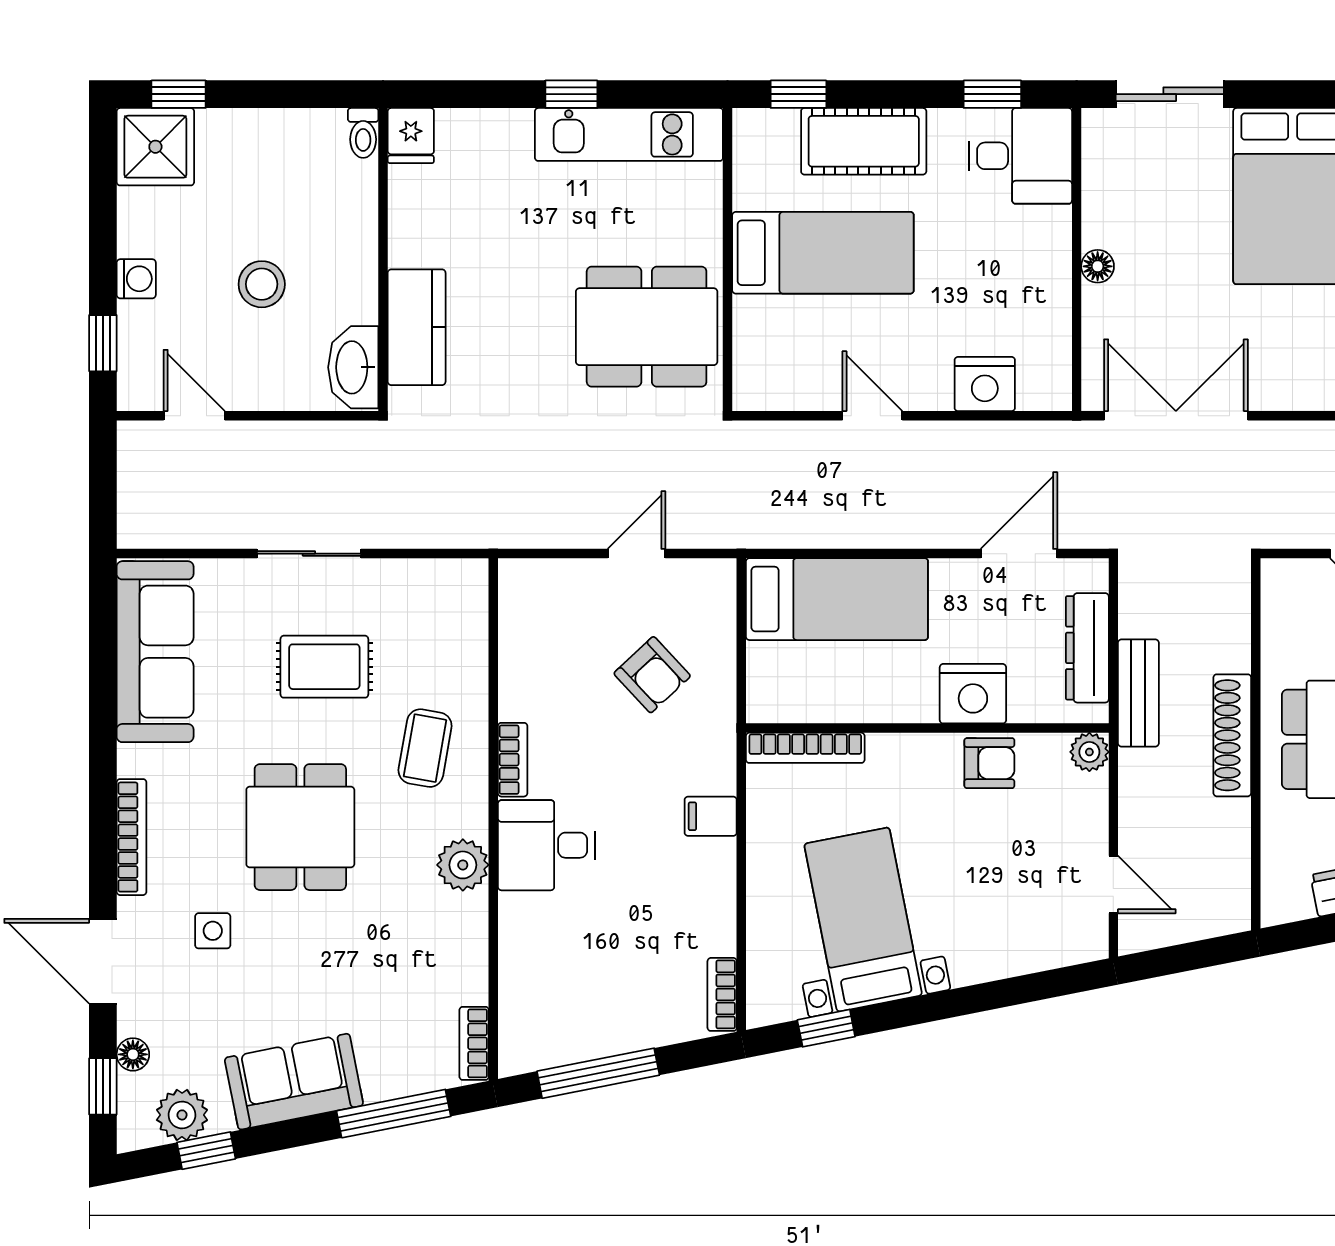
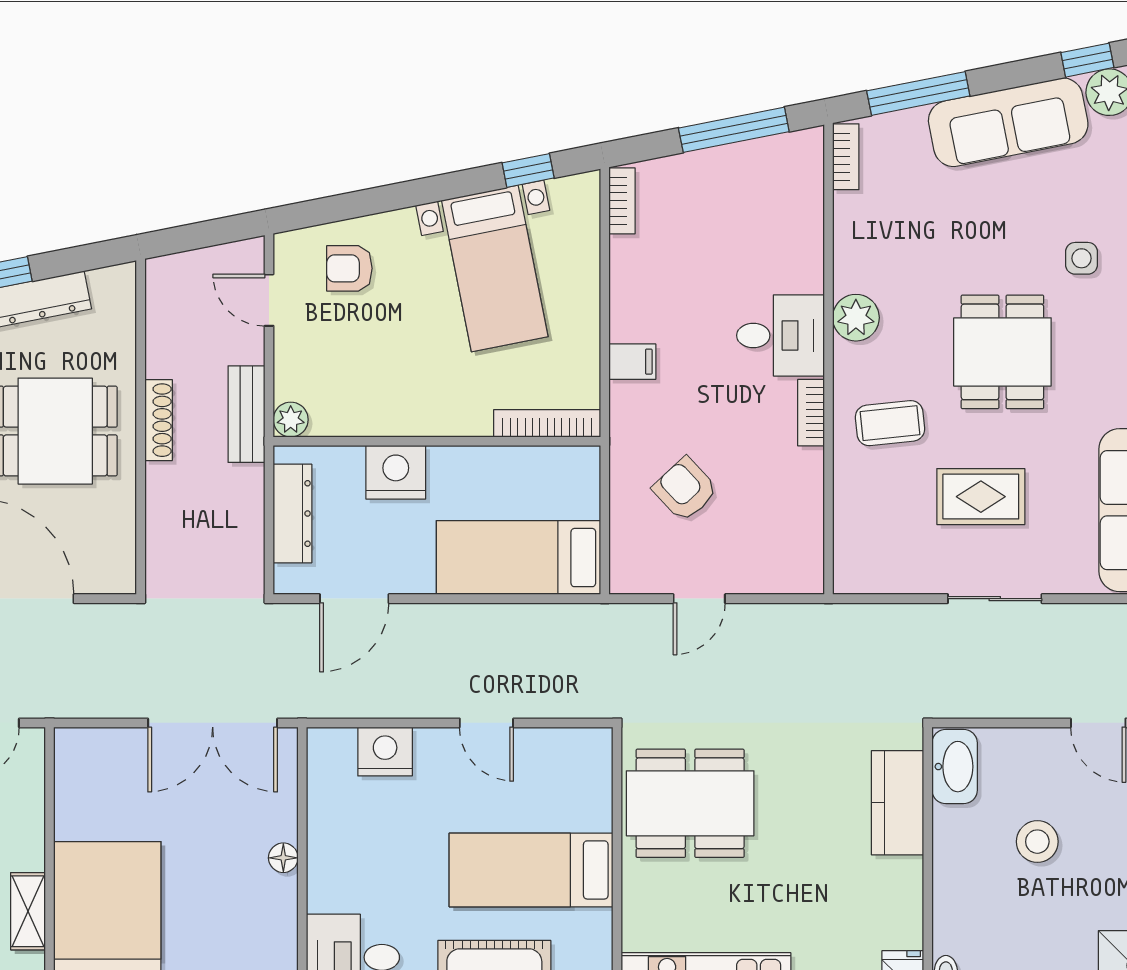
bench: (1138, 693) -> (246, 414), moved
shoe rack: (1232, 735) -> (159, 420), width x0.74, depth x0.81
coffee table: (425, 748) -> (890, 423), turned 74
armchair: (989, 763) -> (349, 268), moved
sofa: (294, 1082) -> (1008, 122), width x1.36

